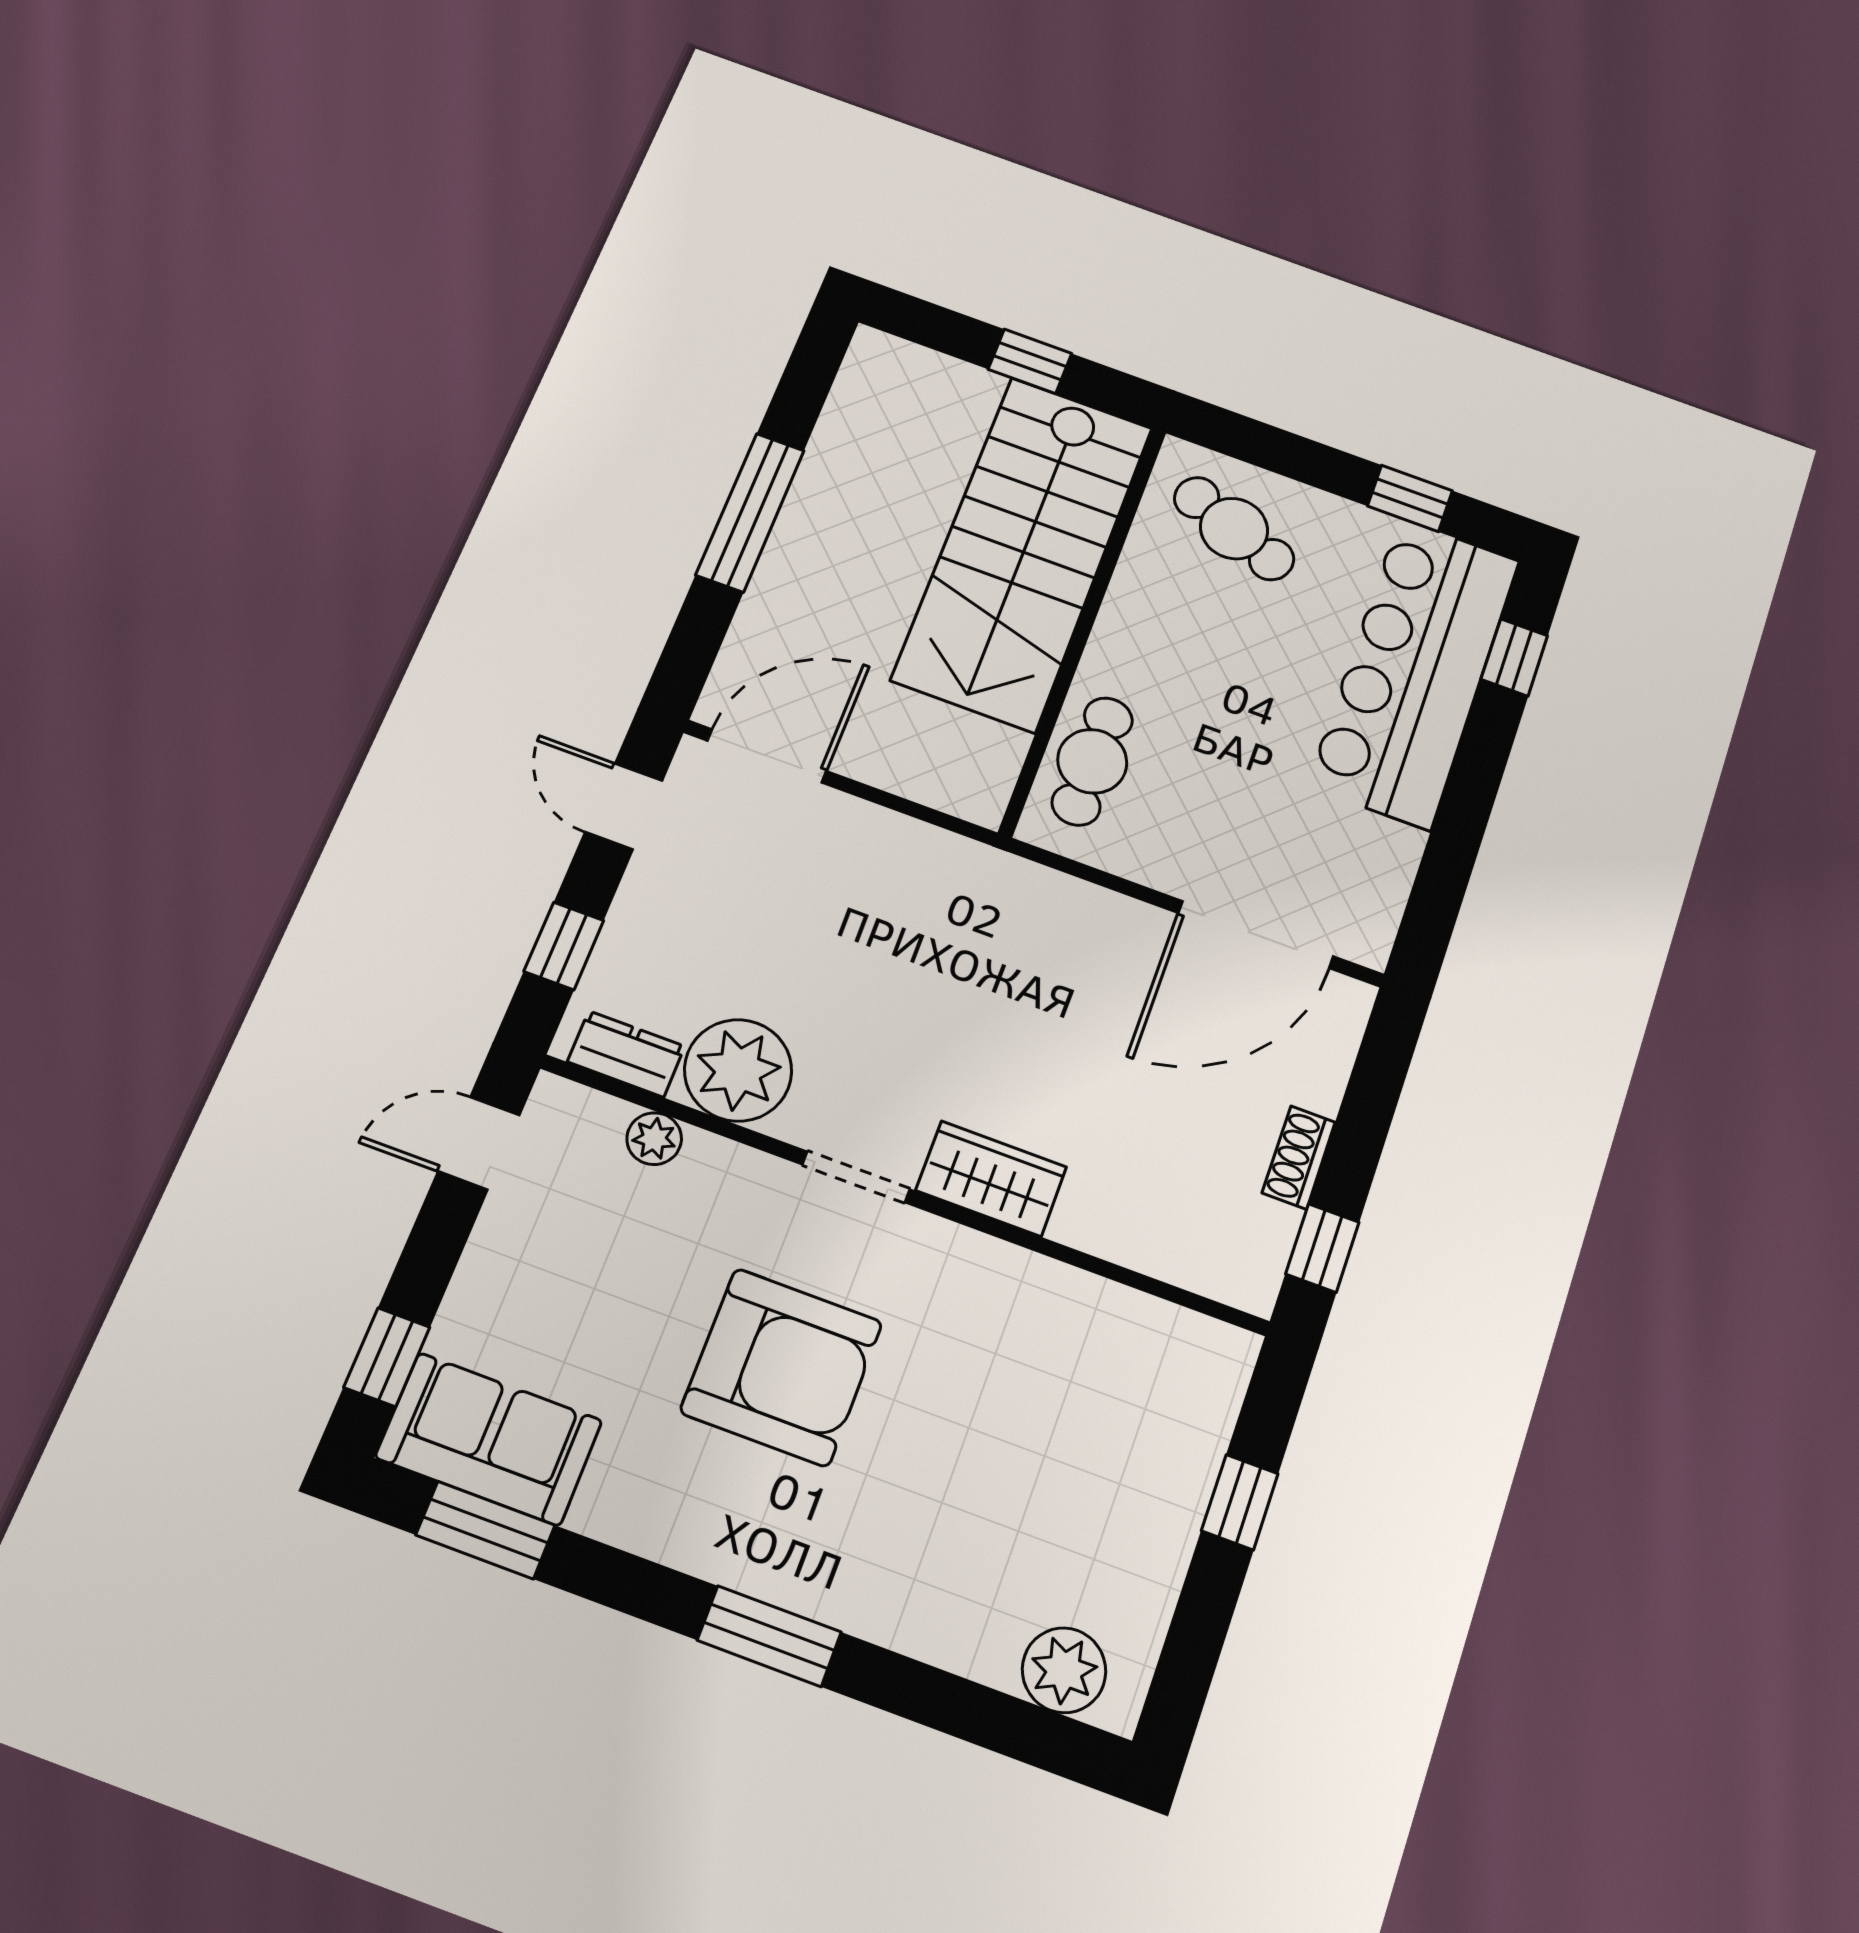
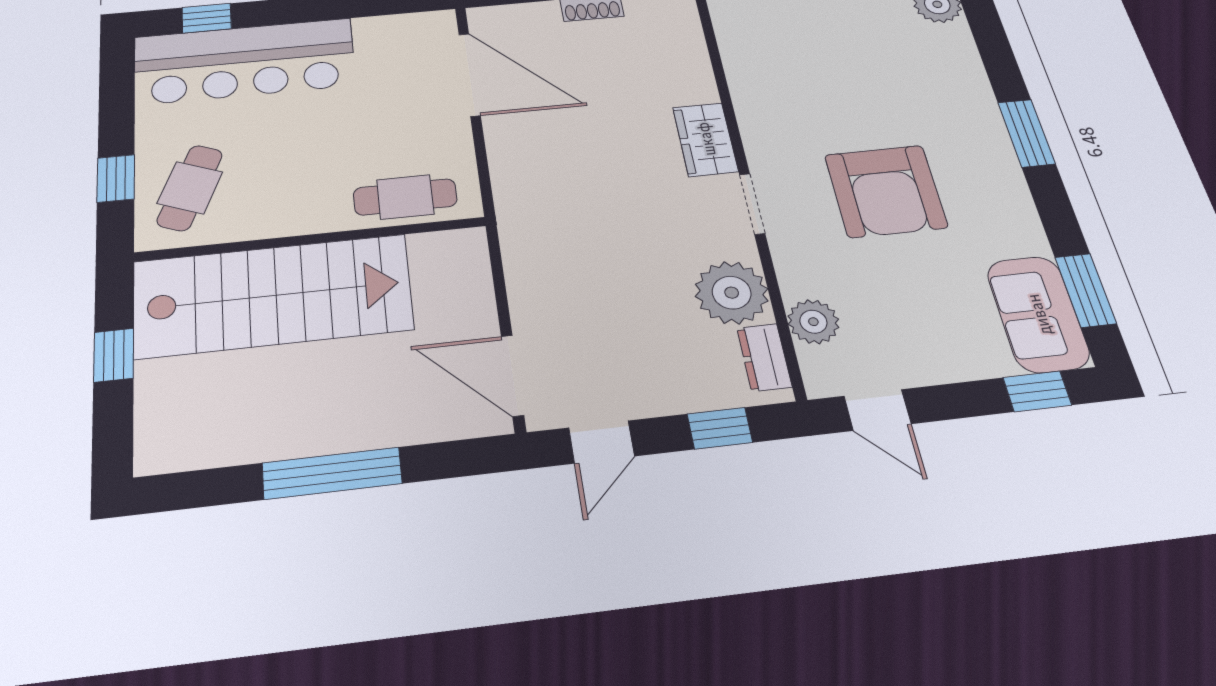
window: (1410, 498) -> (116, 178), moved
plant: (654, 1139) -> (813, 322), width x1.38, depth x1.38
armchair: (782, 1367) -> (886, 191), turned 180

